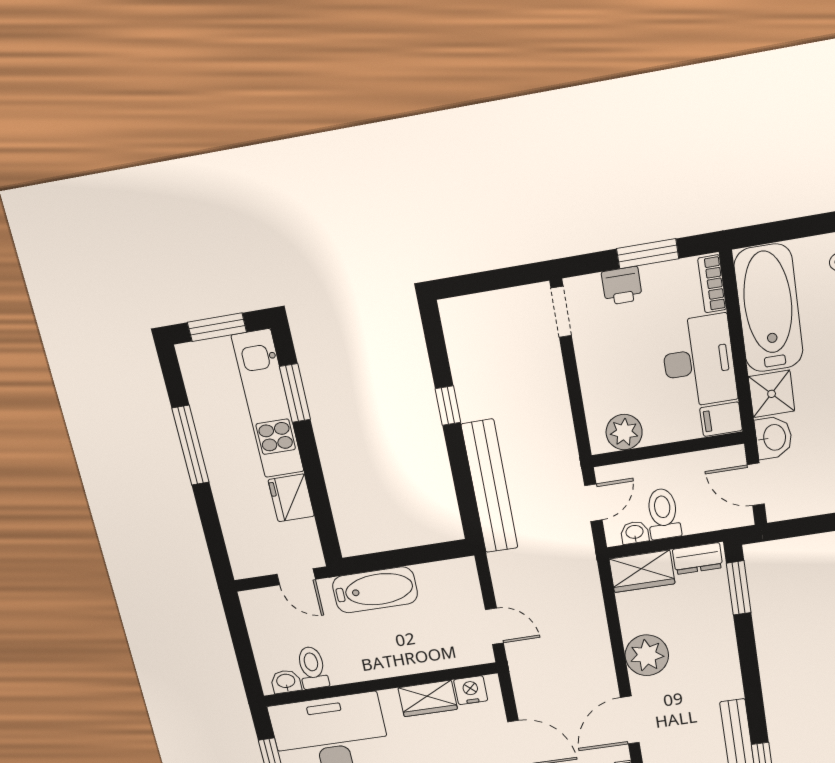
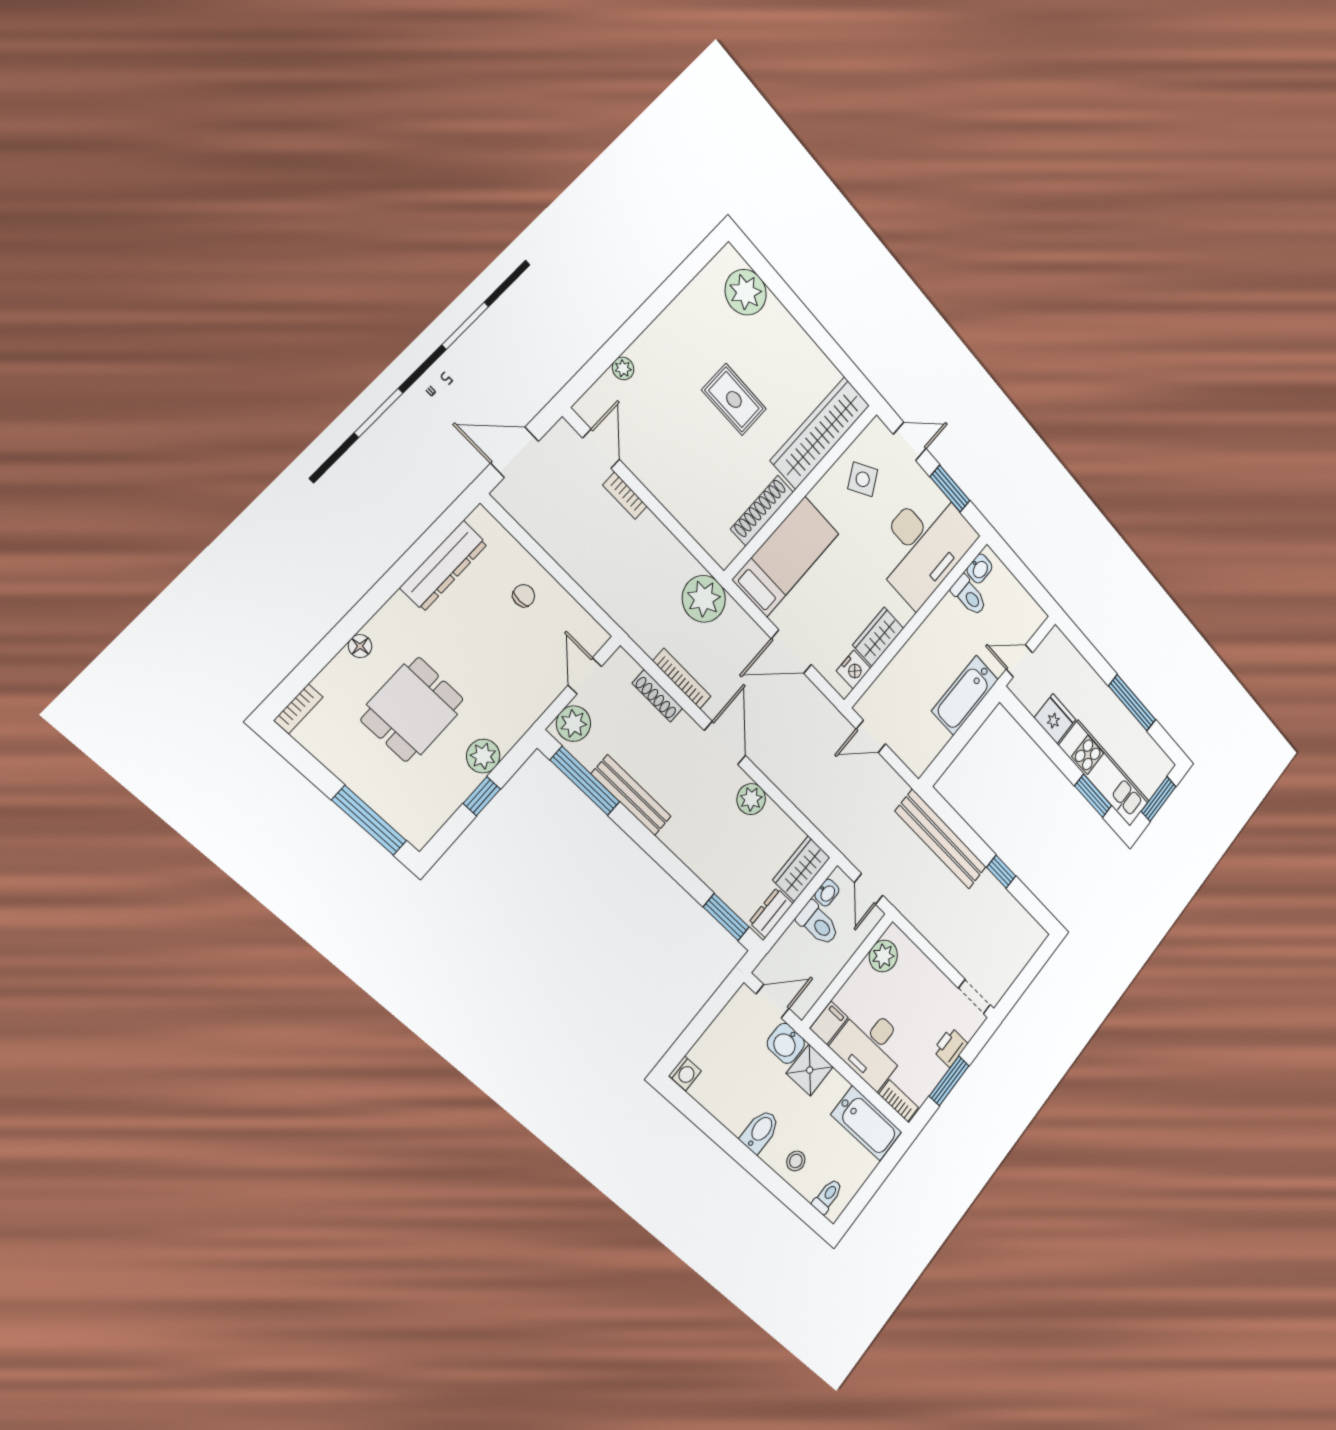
bathtub: (769, 308) -> (866, 1123), width x0.73, depth x0.73
plant: (647, 655) -> (751, 799), width x0.73, depth x0.73

